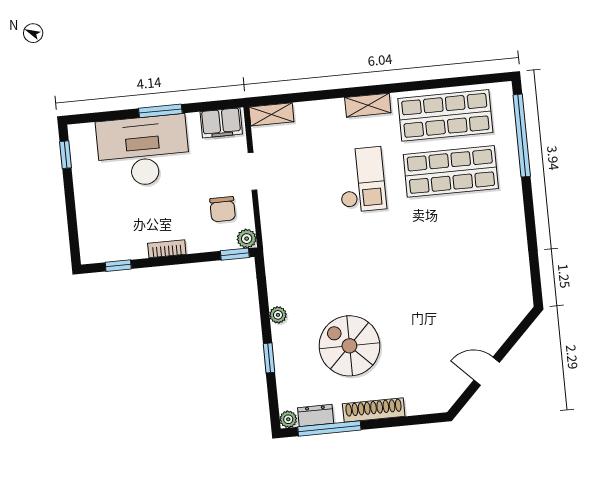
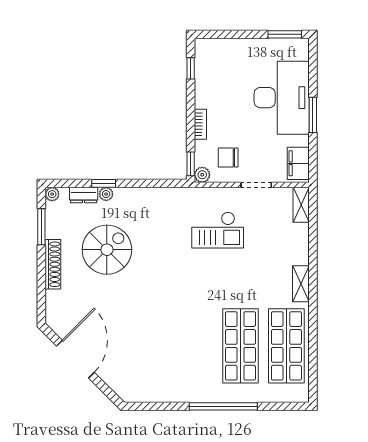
window: (522, 136) -> (223, 406), moved
window: (65, 155) -> (285, 34), width x1.50
checkout: (362, 180) -> (218, 230), moved
bookcase: (167, 249) -> (200, 124), moved
plant: (278, 315) -> (106, 194), moved
door: (487, 371) -> (75, 359), width x1.88
dresser: (316, 415) -> (84, 195), moved, turned 90
window: (329, 428) -> (41, 227), width x0.69

